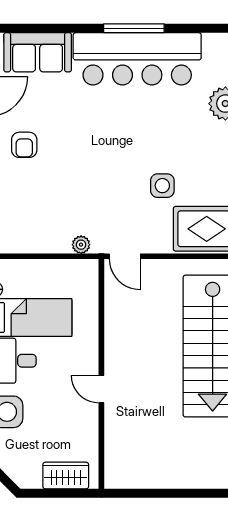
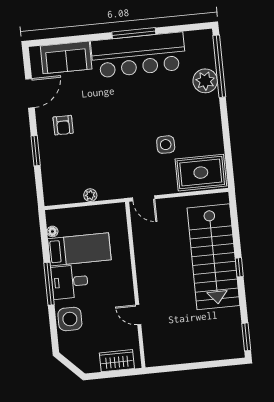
plant: (81, 245) -> (90, 195), moved
door: (101, 389) -> (138, 315), moved

